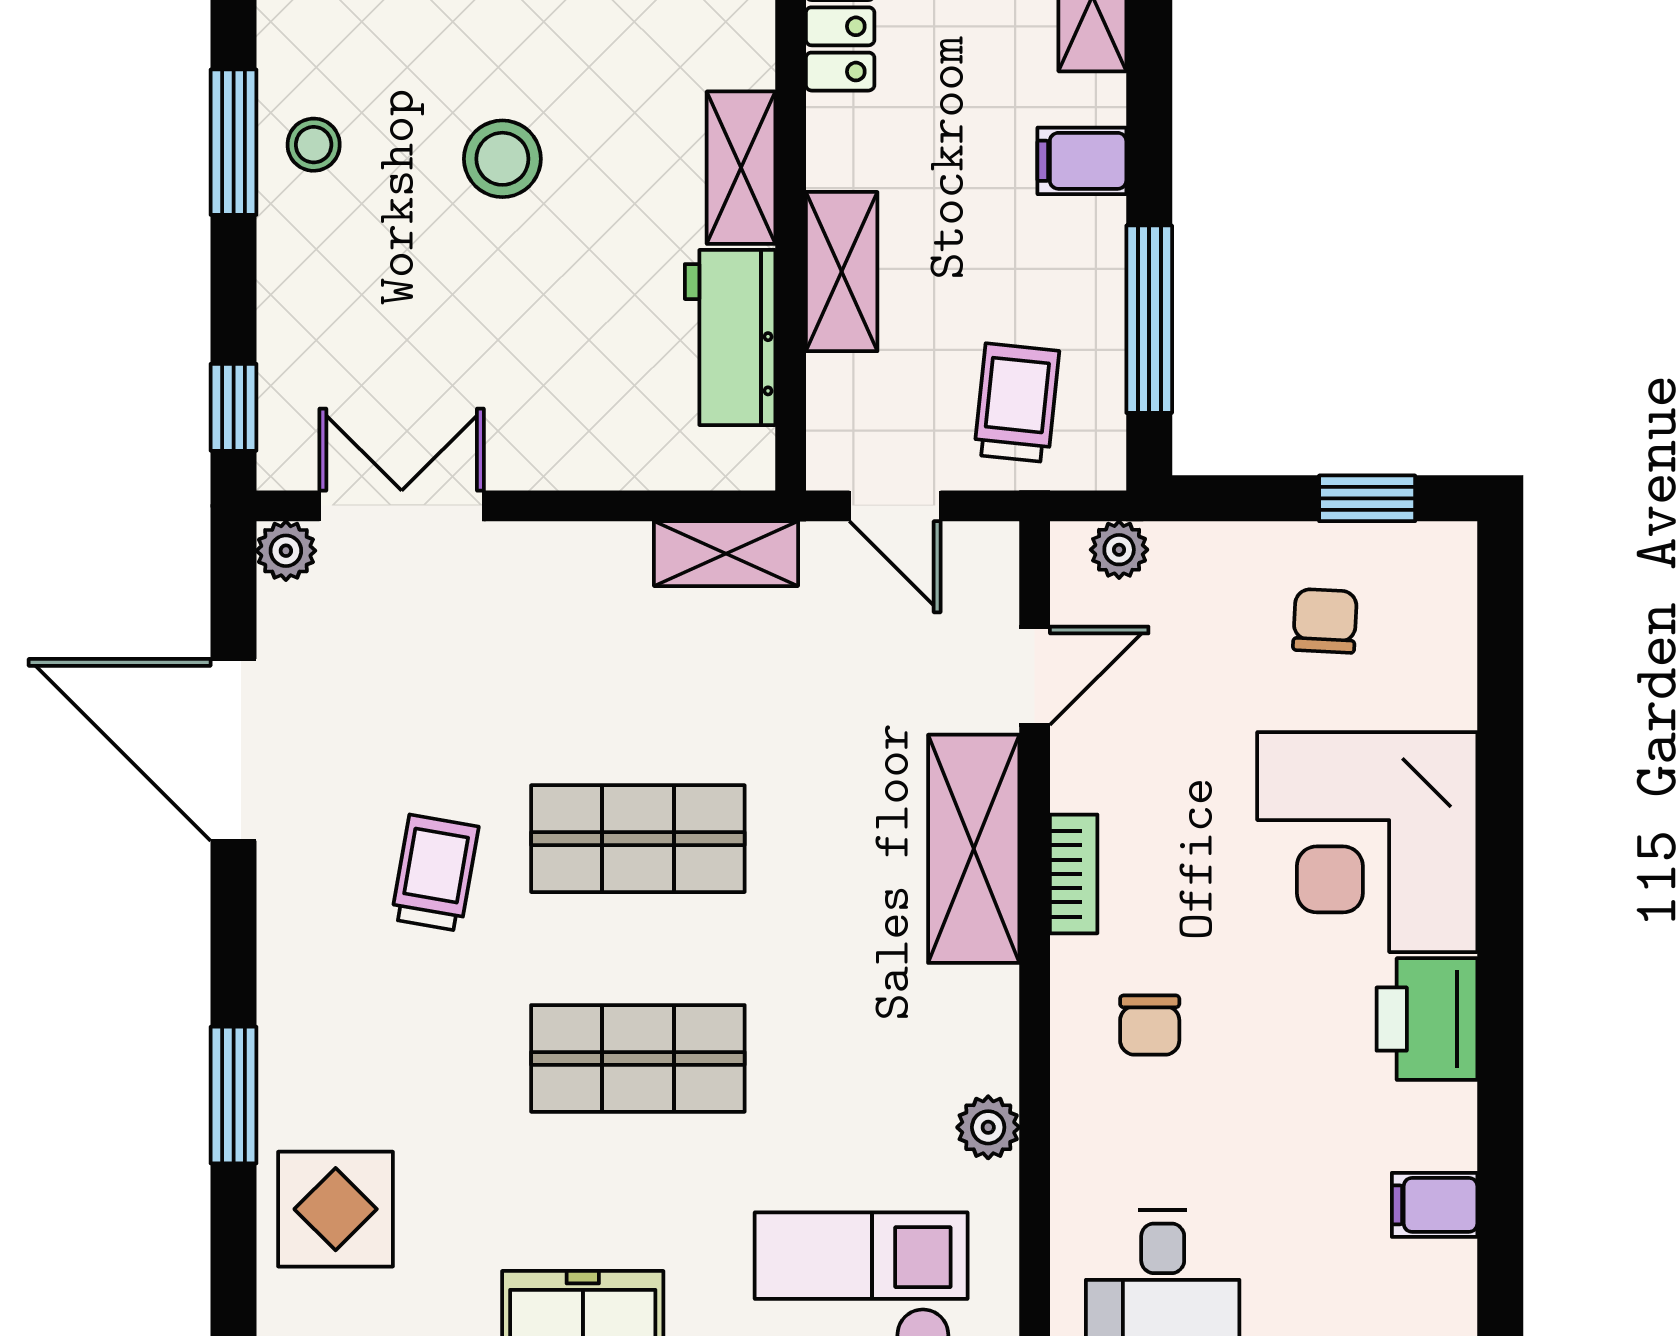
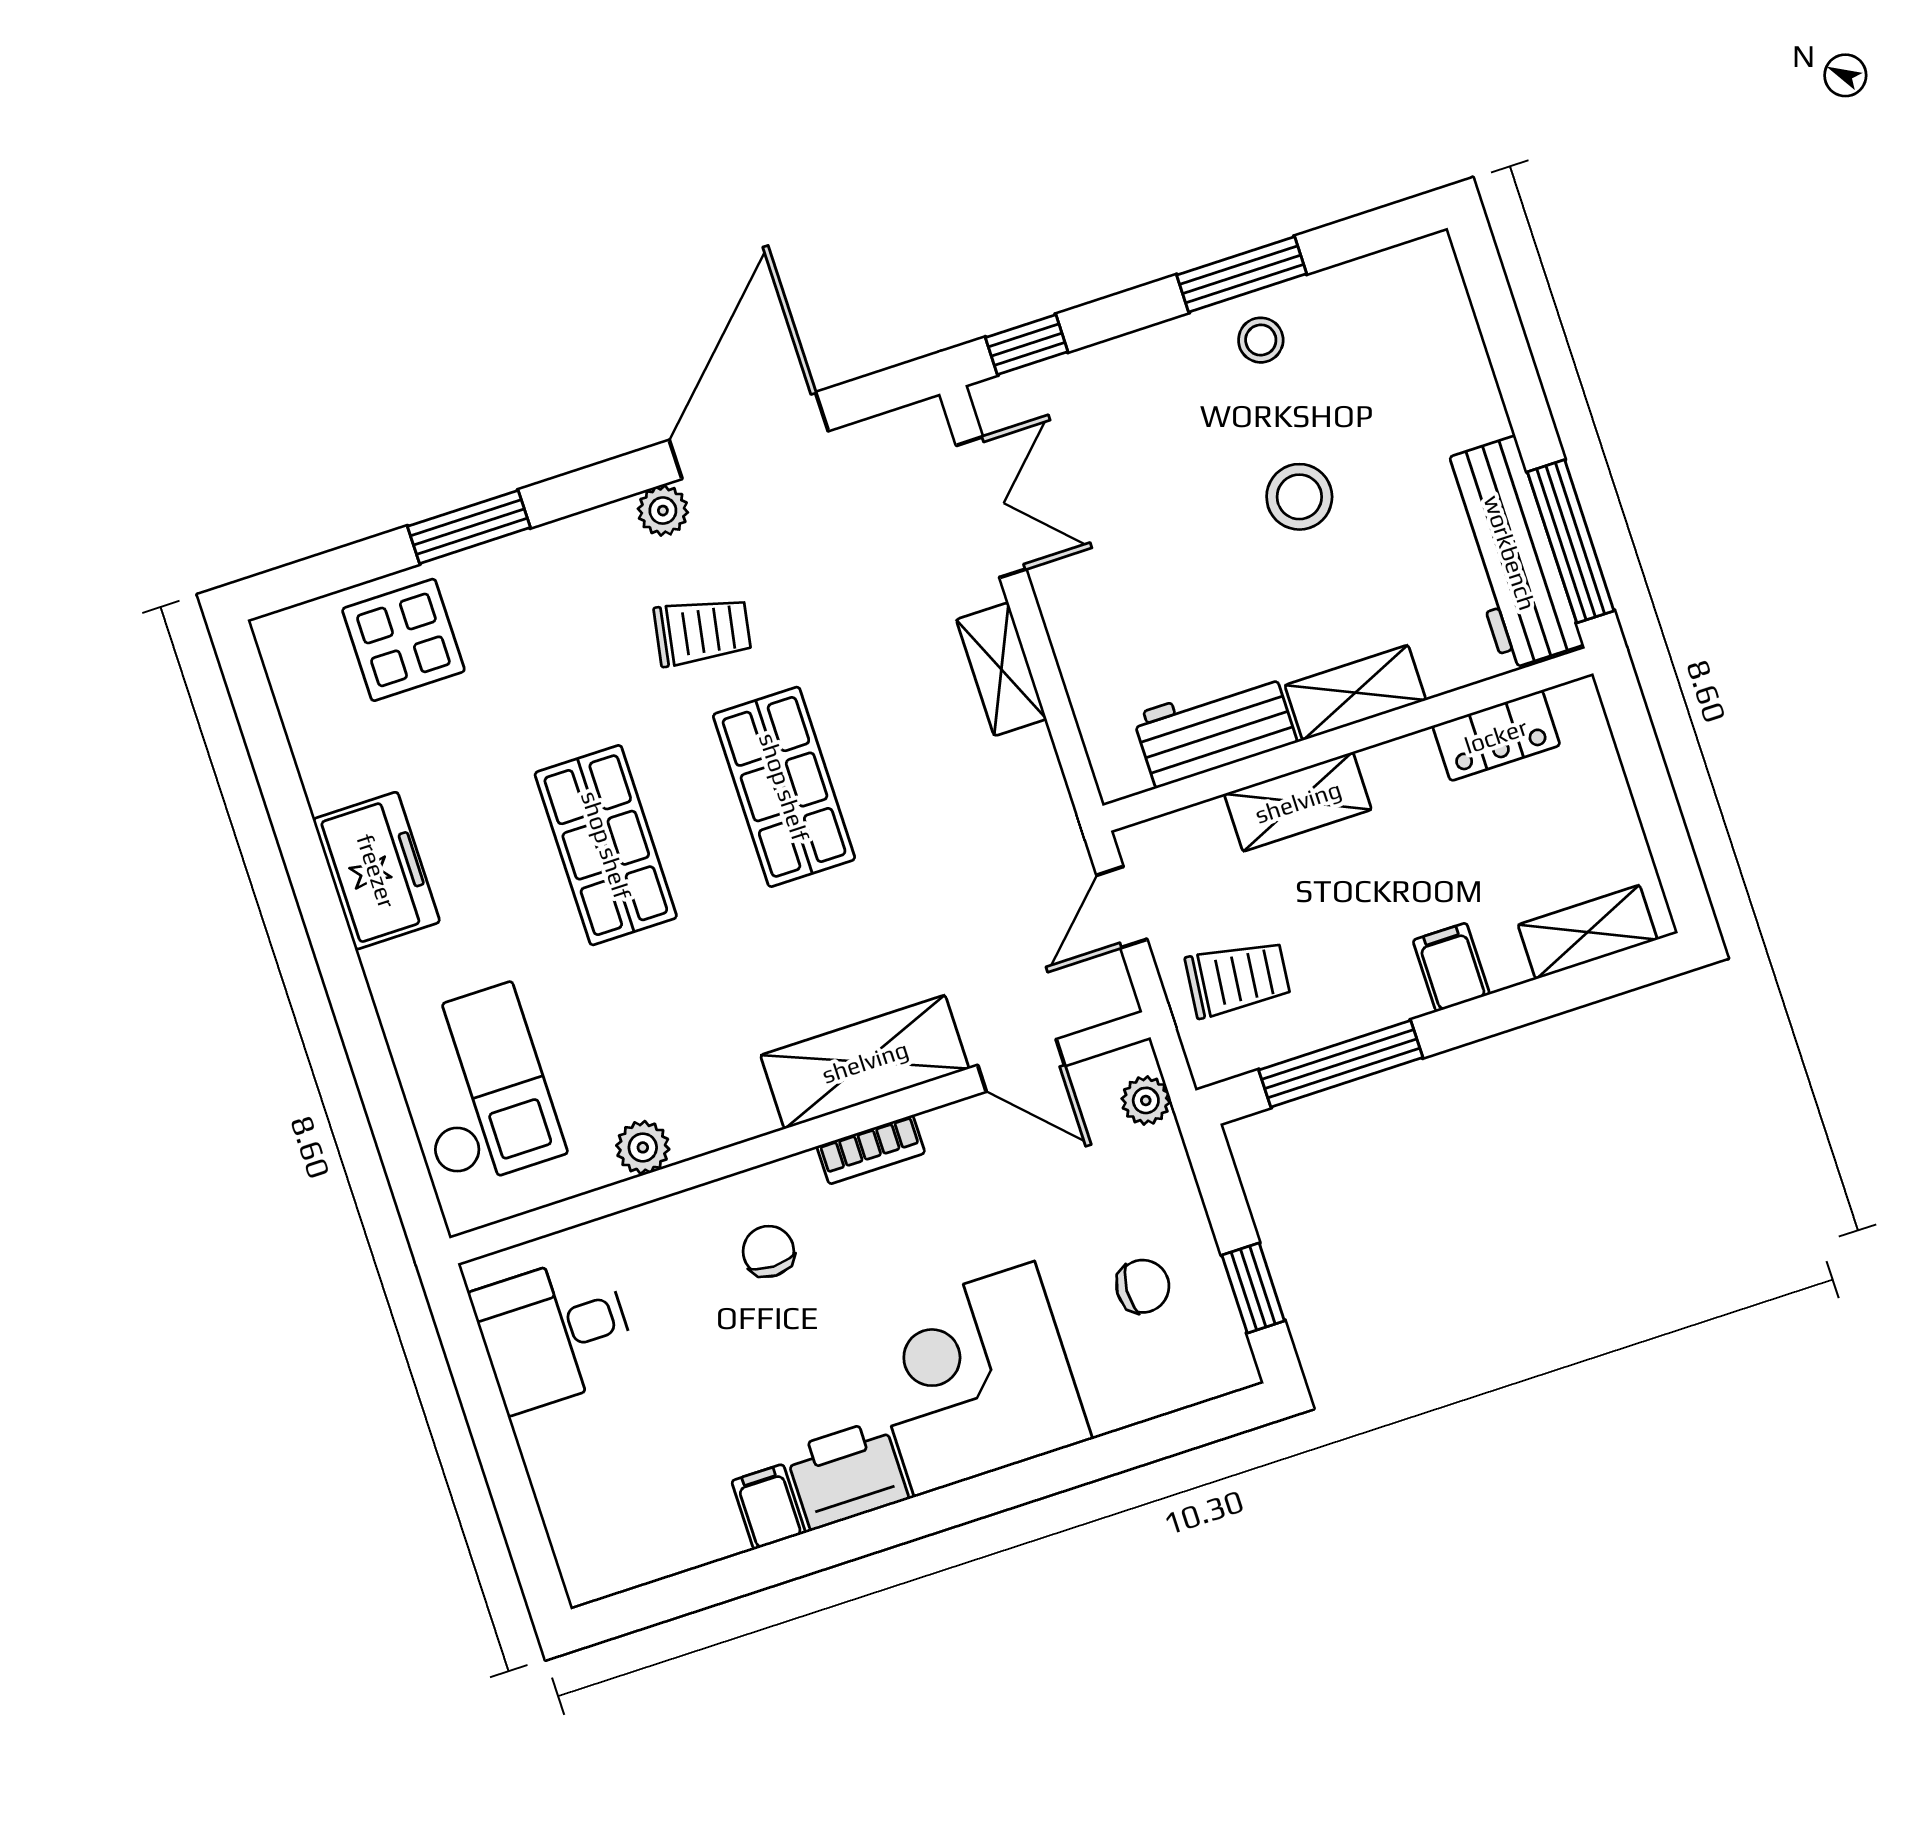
plant: (286, 551) -> (663, 511), moved
shelving: (726, 554) -> (1001, 669), moved
chair: (1150, 1025) -> (768, 1251), turned 90
filing cabinet: (1435, 1205) -> (769, 1507), moved

